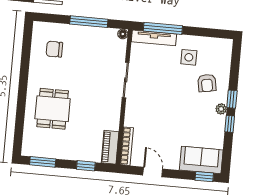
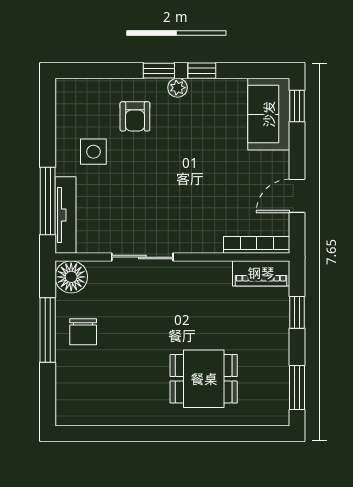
floor lamp: (123, 34) -> (71, 277), width x1.89, depth x1.89
chair: (54, 49) -> (83, 332), moved
armchair: (207, 83) -> (135, 116), turned 100

